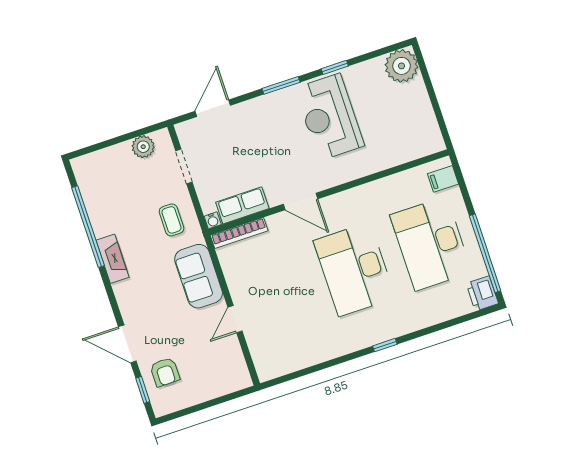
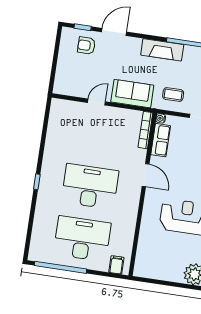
door: (300, 201) -> (146, 175), swing flipped
fireplace: (113, 259) -> (162, 50), width x1.37, depth x1.32
printer: (482, 293) -> (38, 254), removed
door: (235, 319) -> (96, 102), hinge flipped

